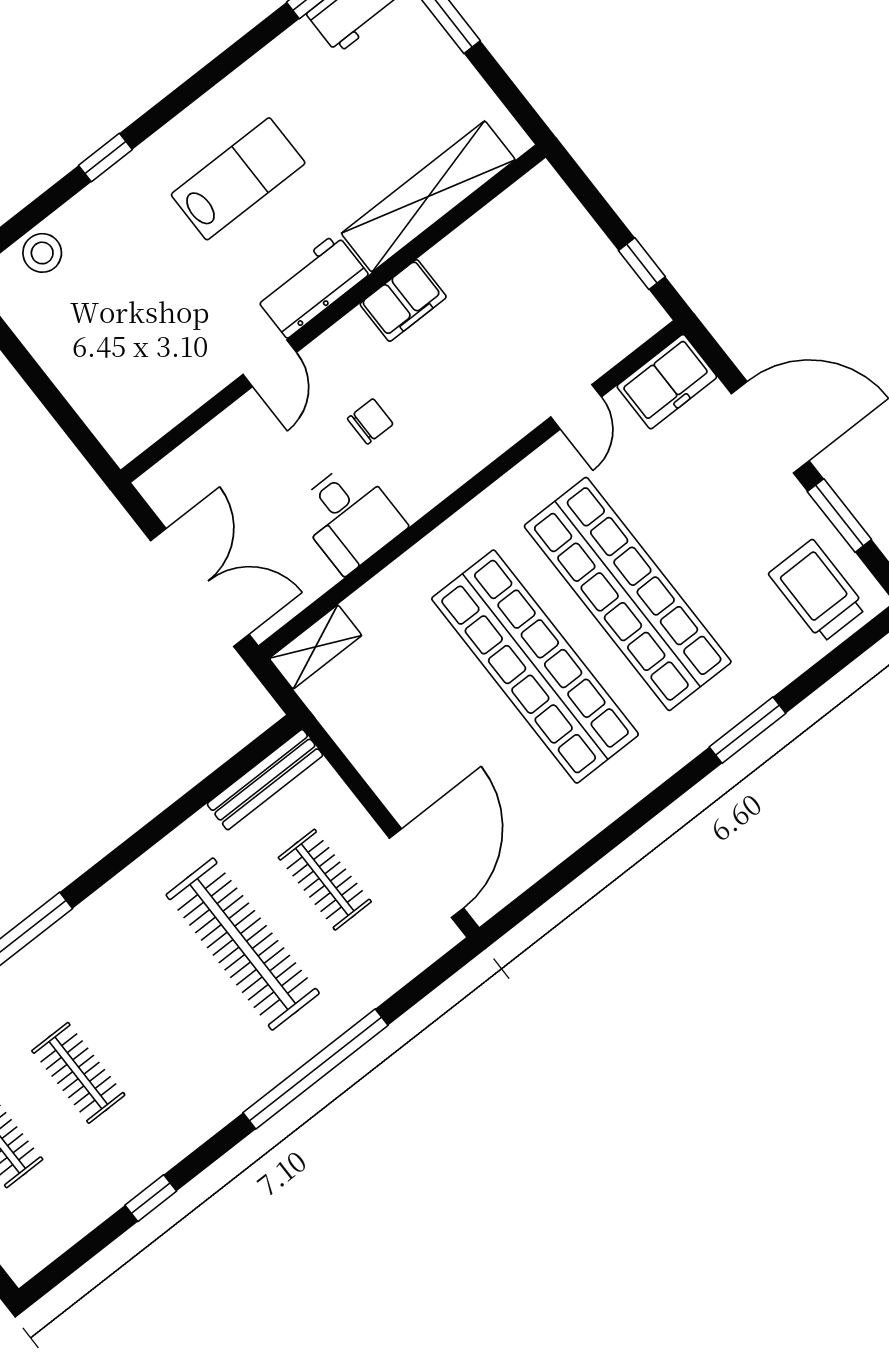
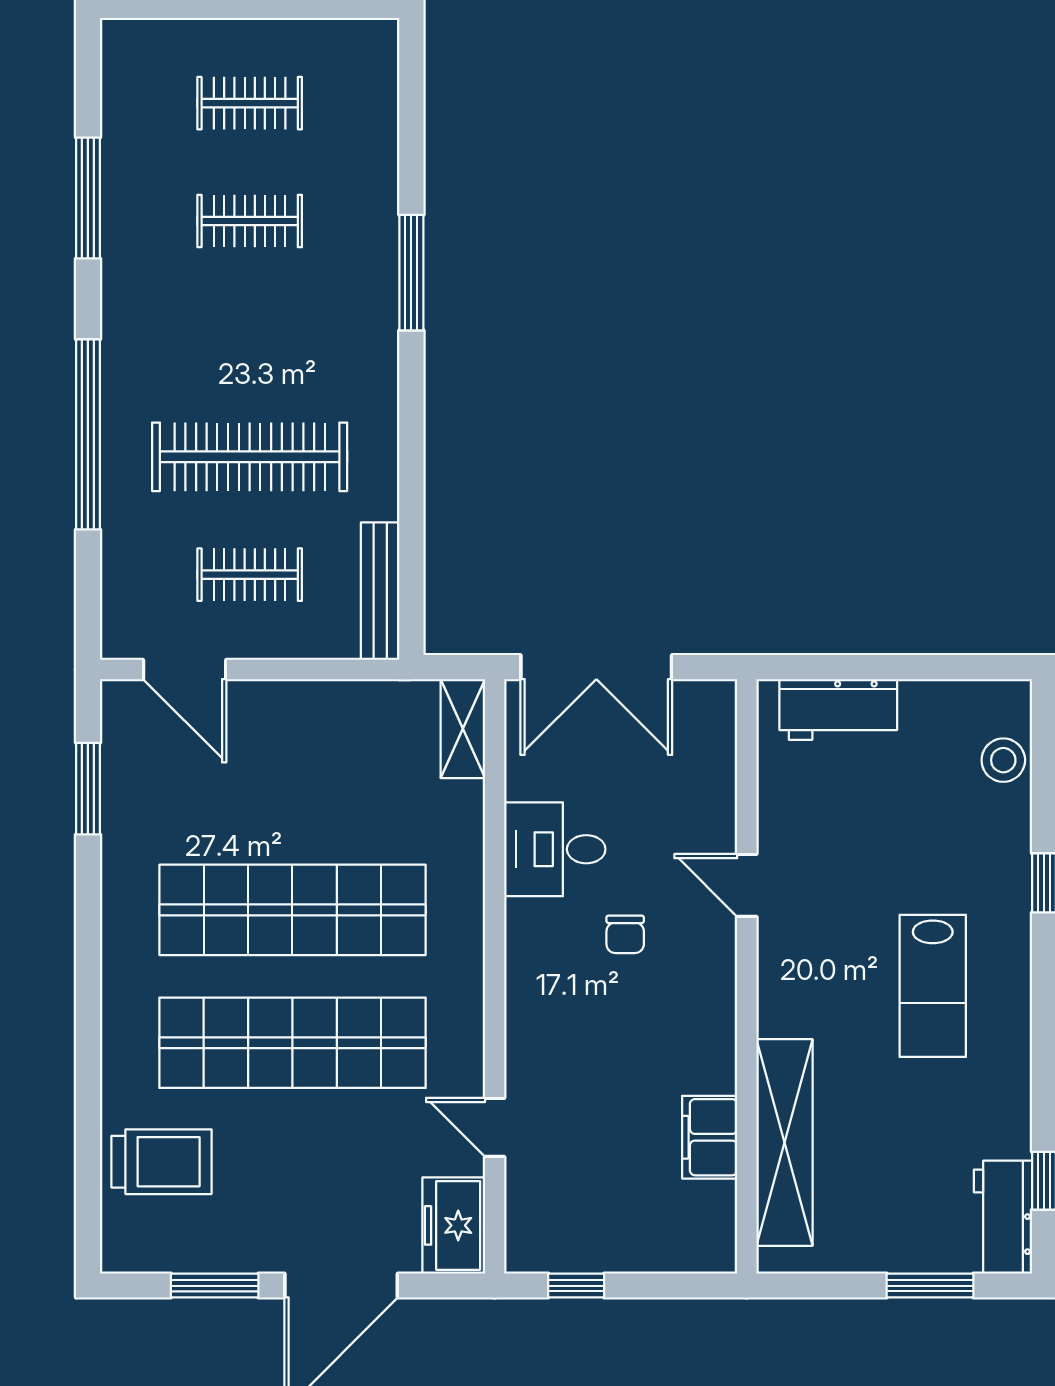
workbench: (311, 286) -> (838, 709), moved, turned 90
filing cabinet: (403, 300) -> (710, 1137), moved
trolley: (817, 591) -> (162, 1162), moved
window: (748, 730) -> (88, 789), moved
door: (426, 873) -> (185, 670), width x0.73
window: (151, 1198) -> (88, 198), width x2.17

